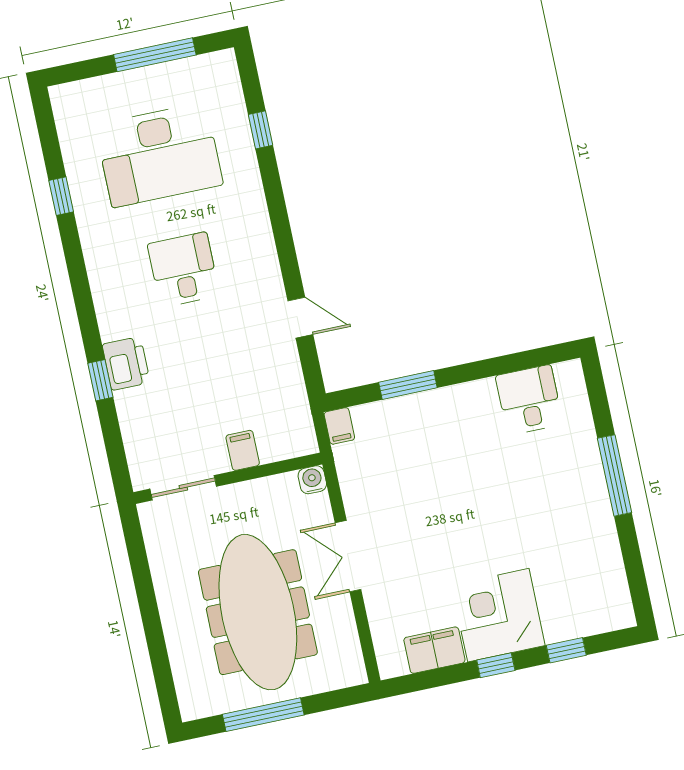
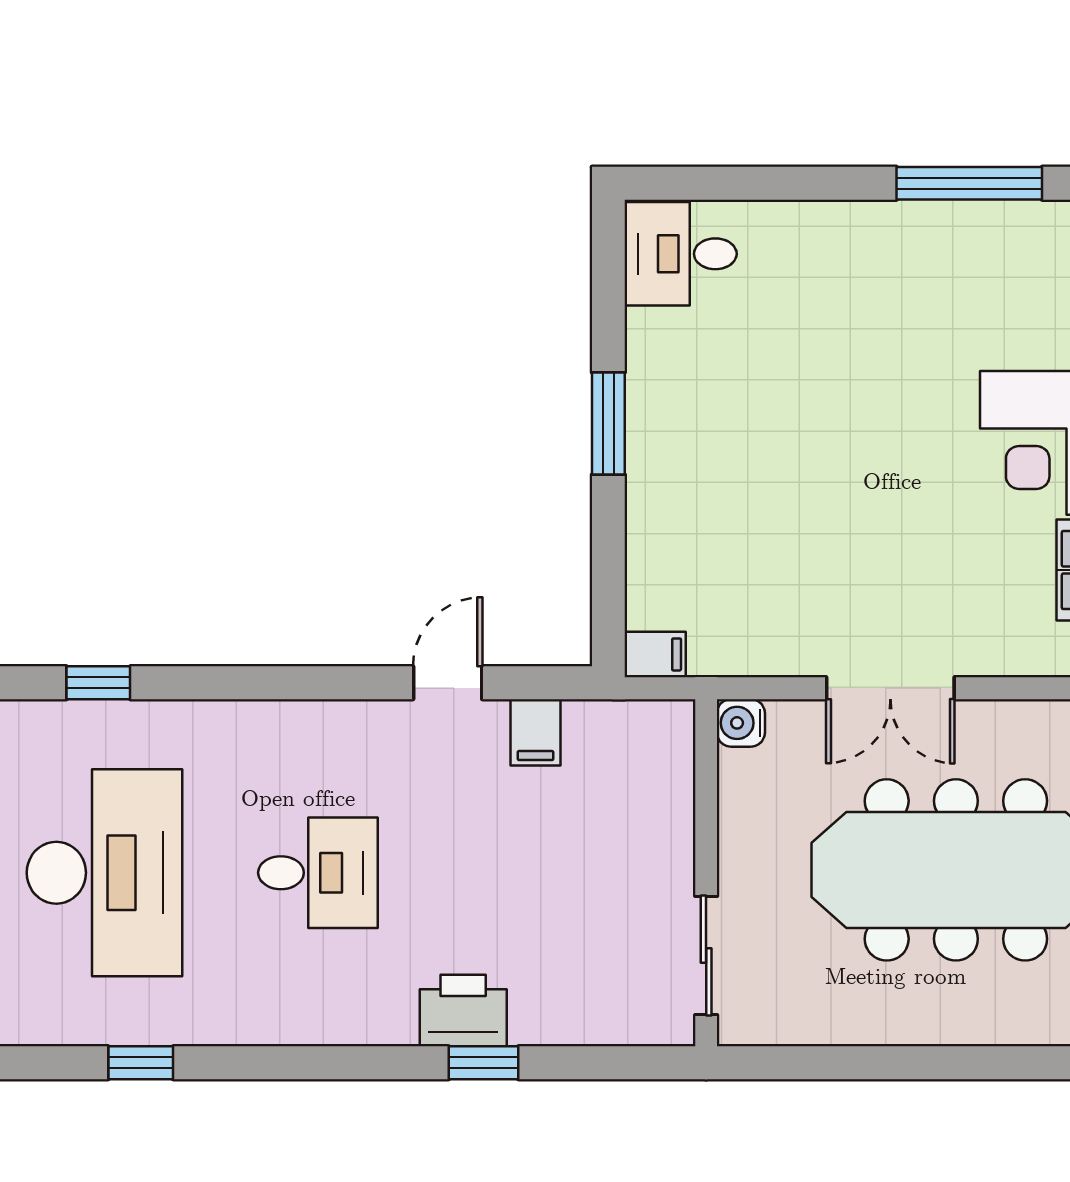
desk: (183, 270) -> (318, 873), turned 180
window: (408, 385) -> (608, 423), moved
desk: (529, 400) -> (681, 254), moved
filing cabinet: (243, 450) -> (535, 732), moved, turned -90
window: (614, 475) -> (969, 183), moved

